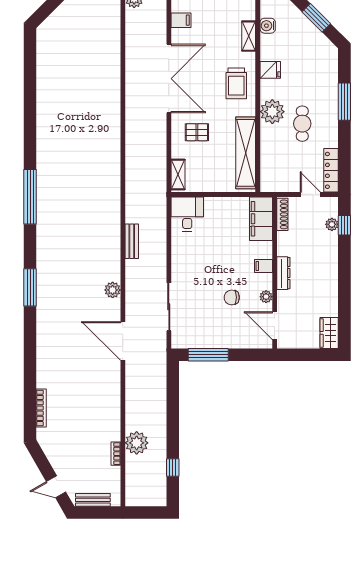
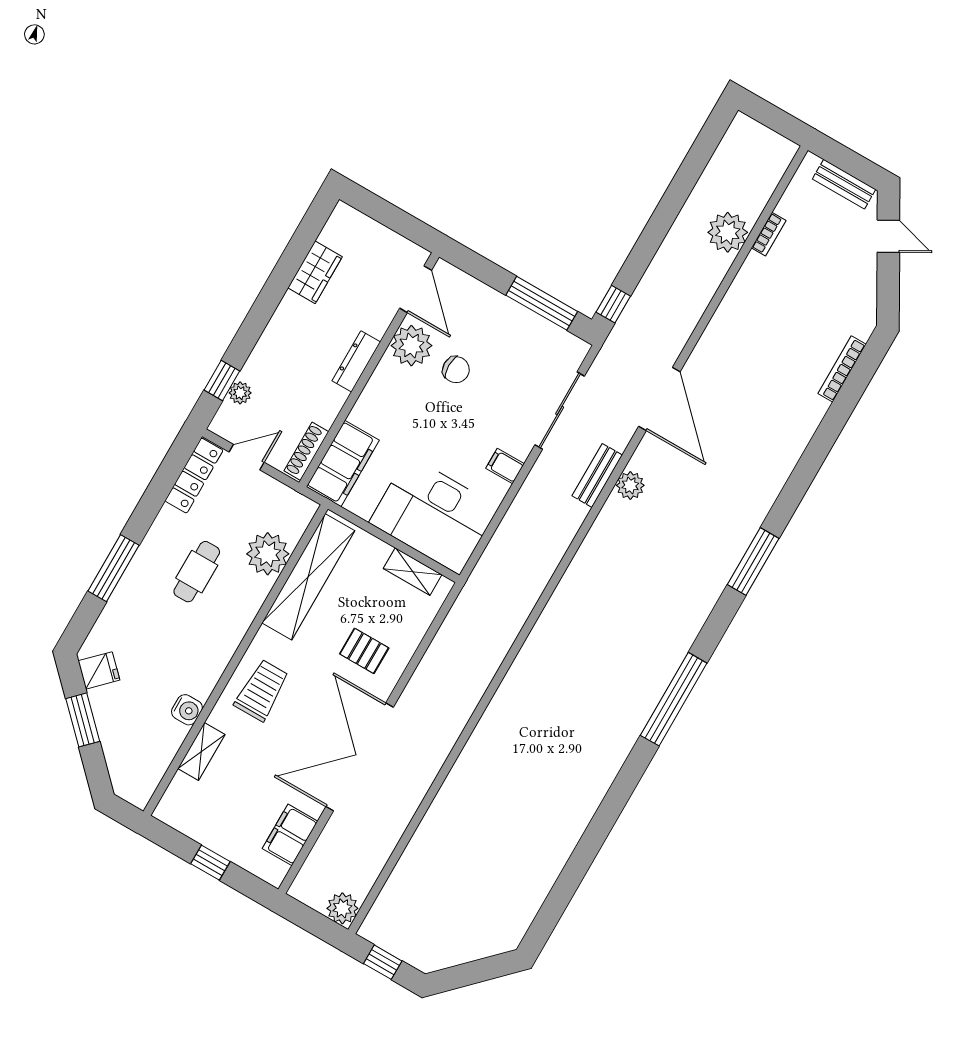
filing cabinet: (181, 20) -> (290, 835), width x2.00
water cooler: (268, 26) -> (187, 710), moved
fridge: (270, 70) -> (99, 670), moved, turned 135
plant: (272, 112) -> (268, 554), moved
shelving: (178, 174) -> (413, 572), moved, turned 90
door: (310, 194) -> (247, 457), swing flipped
desk: (187, 214) -> (434, 515), width x1.87, depth x1.30
bench: (132, 241) -> (597, 475), moved
filing cabinet: (263, 266) -> (505, 466), moved, turned 180
plant: (266, 297) -> (411, 346), width x1.88, depth x1.88
wardrobe: (329, 333) -> (315, 272), moved
window: (173, 468) -> (613, 304), moved

